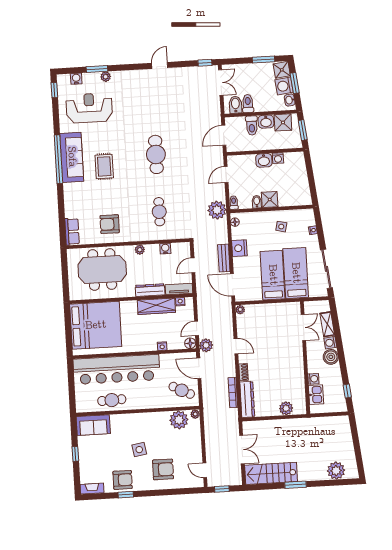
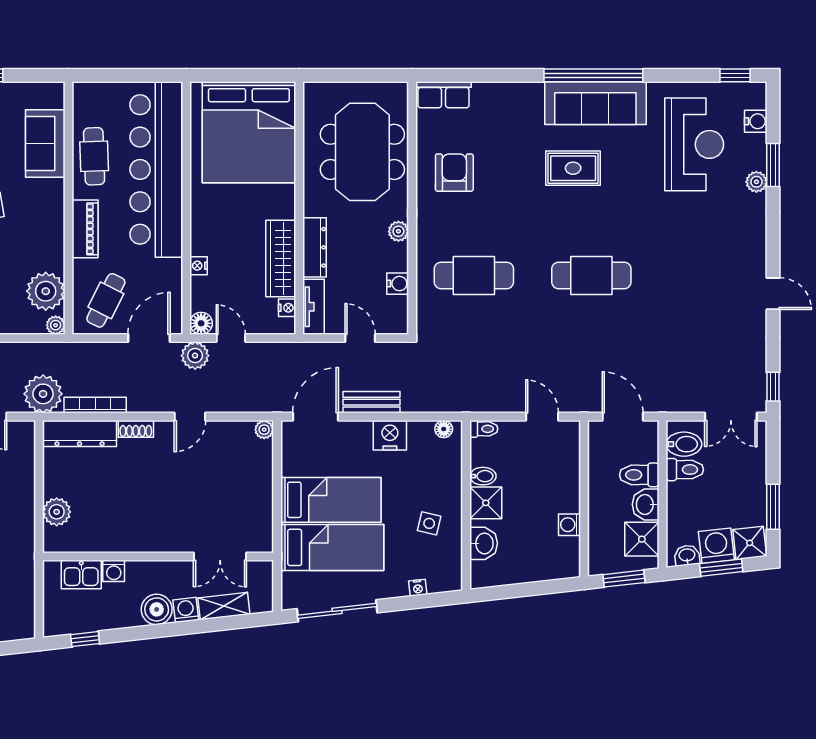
washbasin: (264, 160) -> (484, 543), moved, turned 180
plant: (217, 210) -> (43, 394), moved
cafe table: (159, 212) -> (474, 275), width x1.37, depth x1.35
piano: (147, 402) -> (85, 229), added
sofa: (93, 425) -> (45, 144), moved

